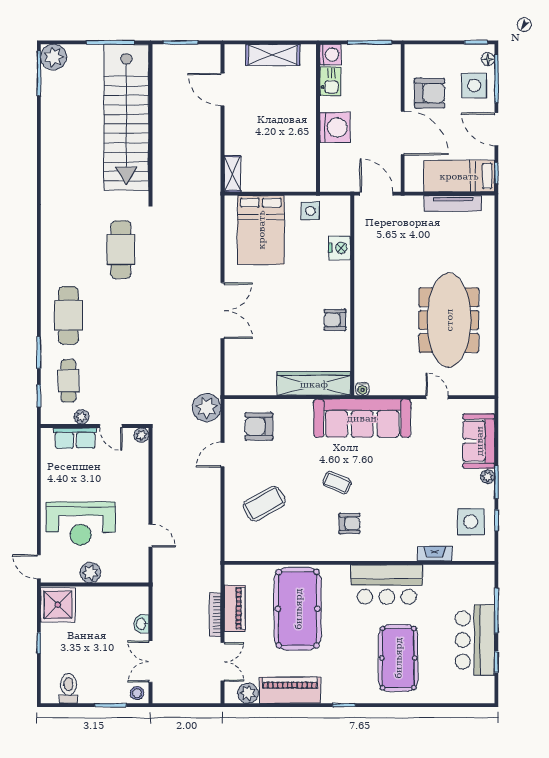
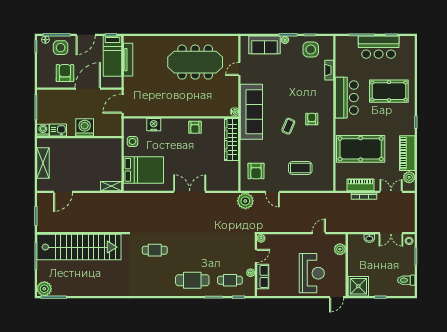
cafe table: (121, 250) -> (155, 250), width x0.73, depth x0.74
coffee table: (264, 504) -> (300, 168), turned -61
plant: (90, 573) -> (340, 249), moved

